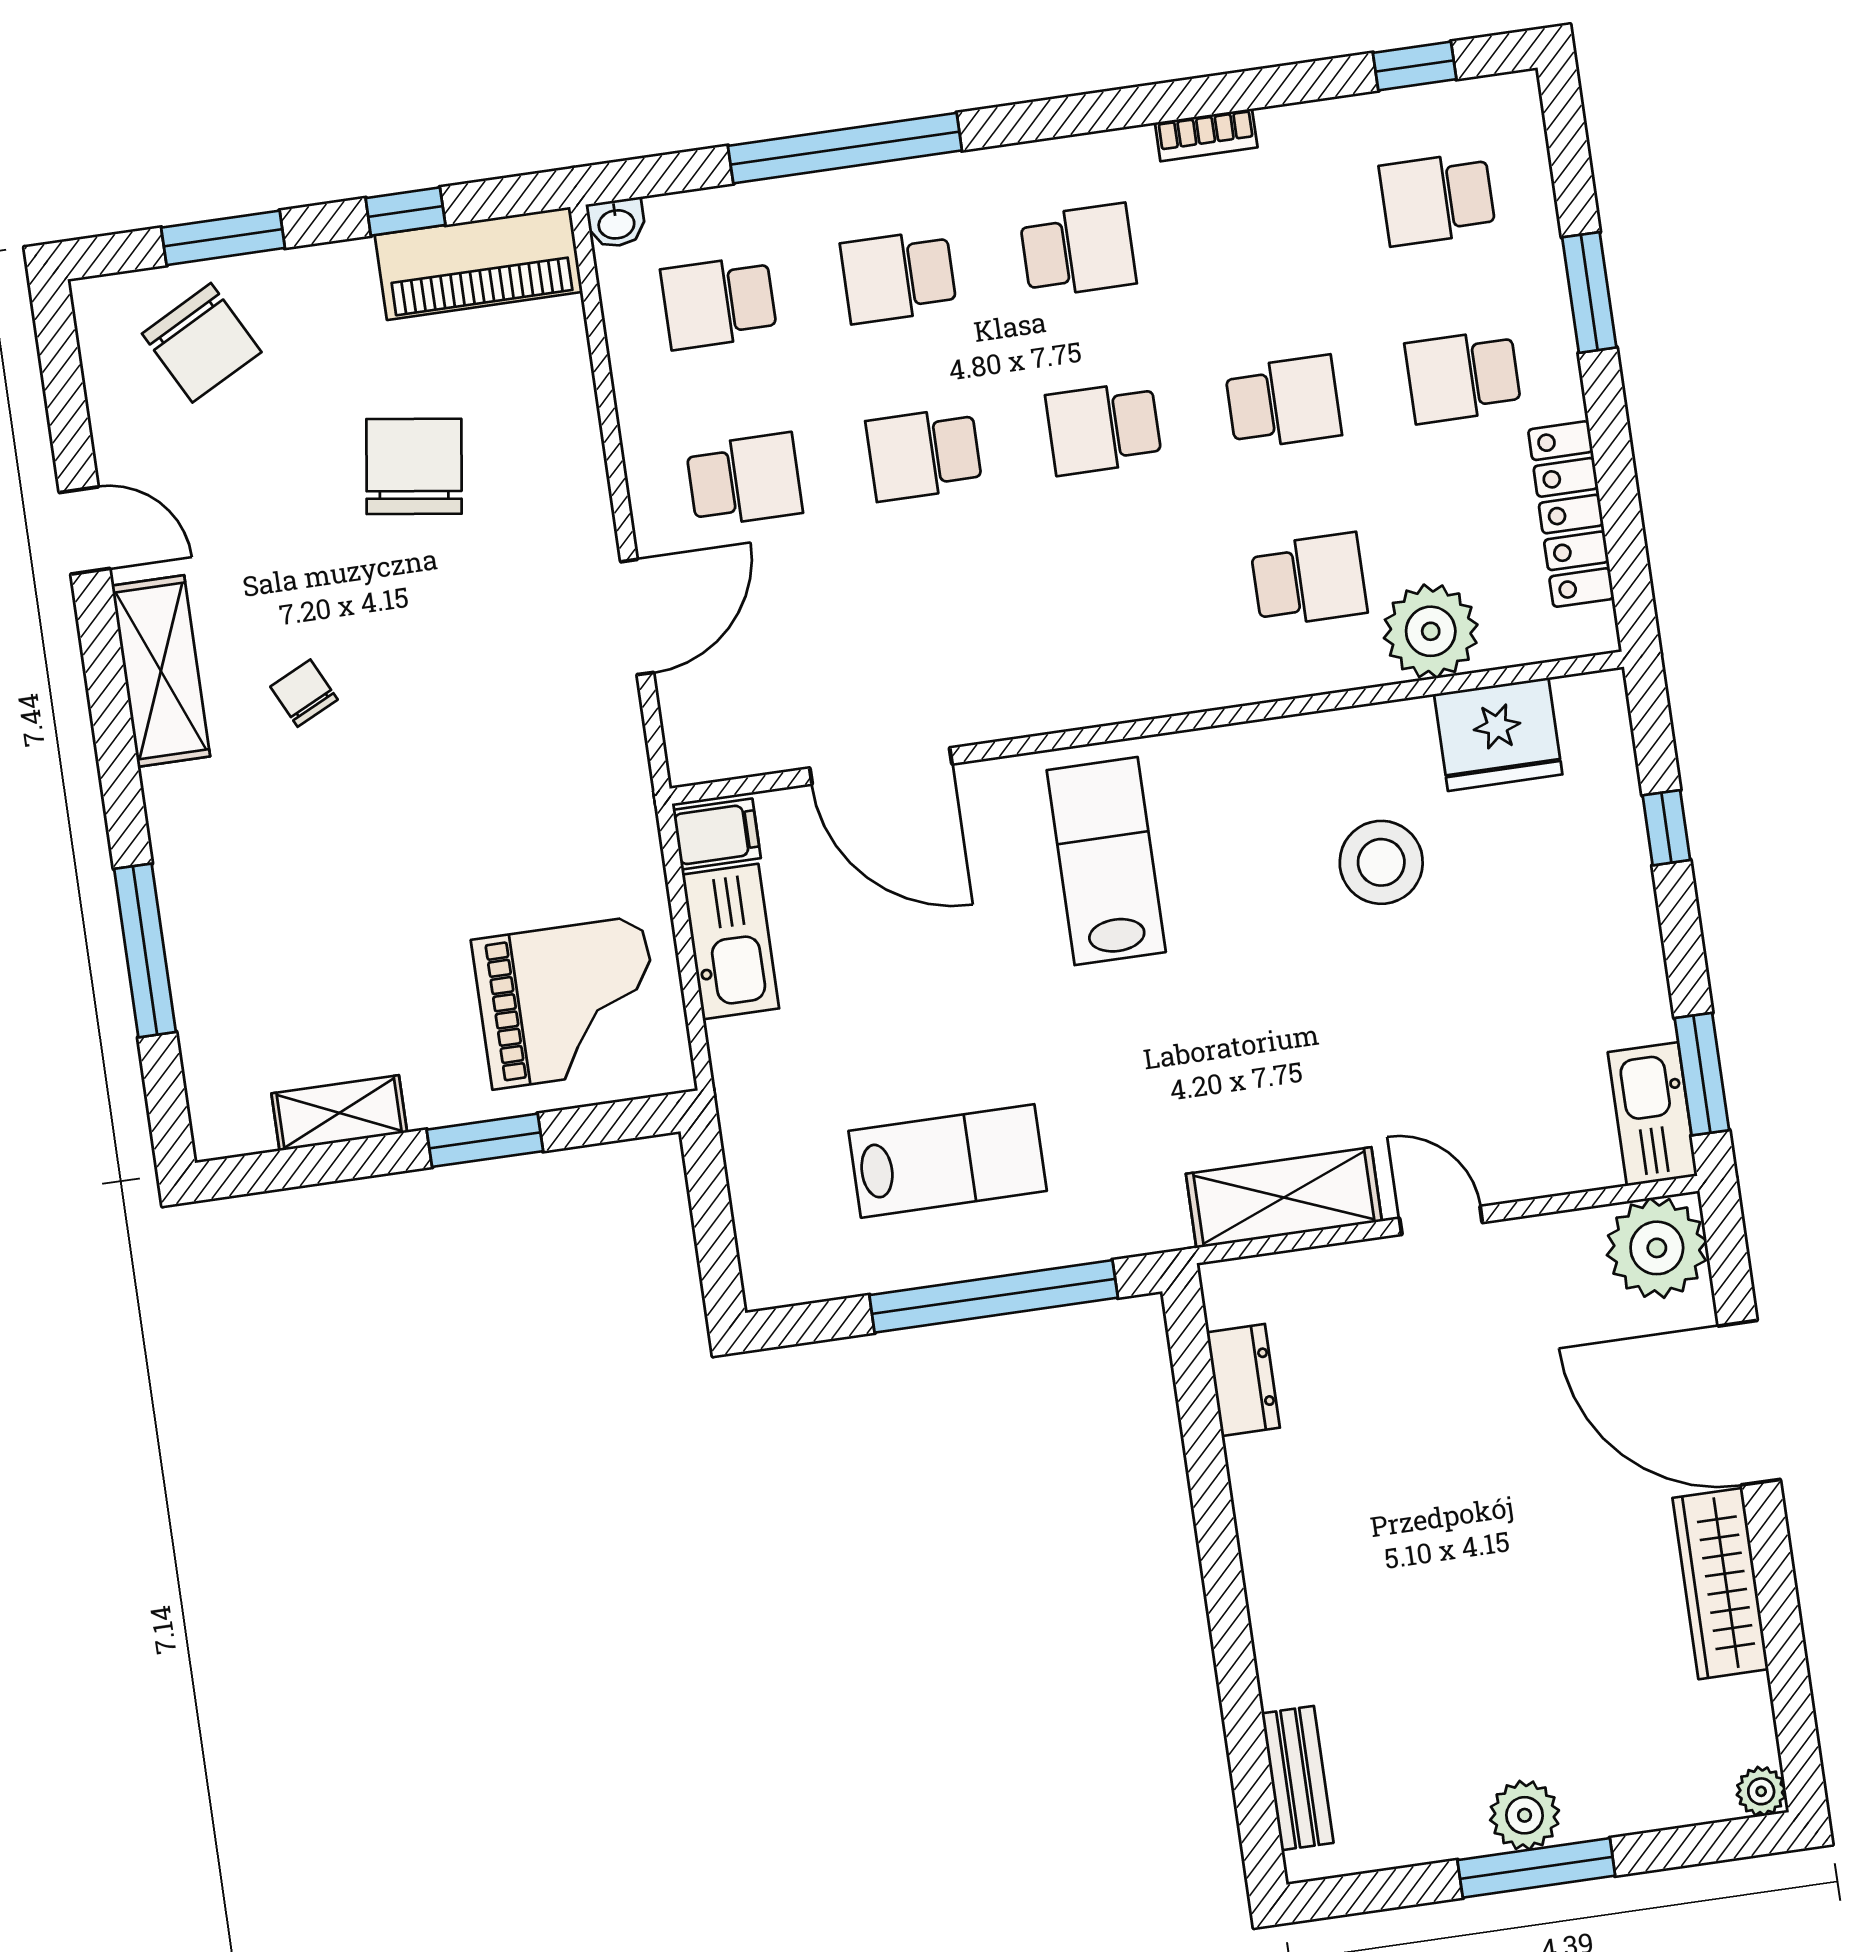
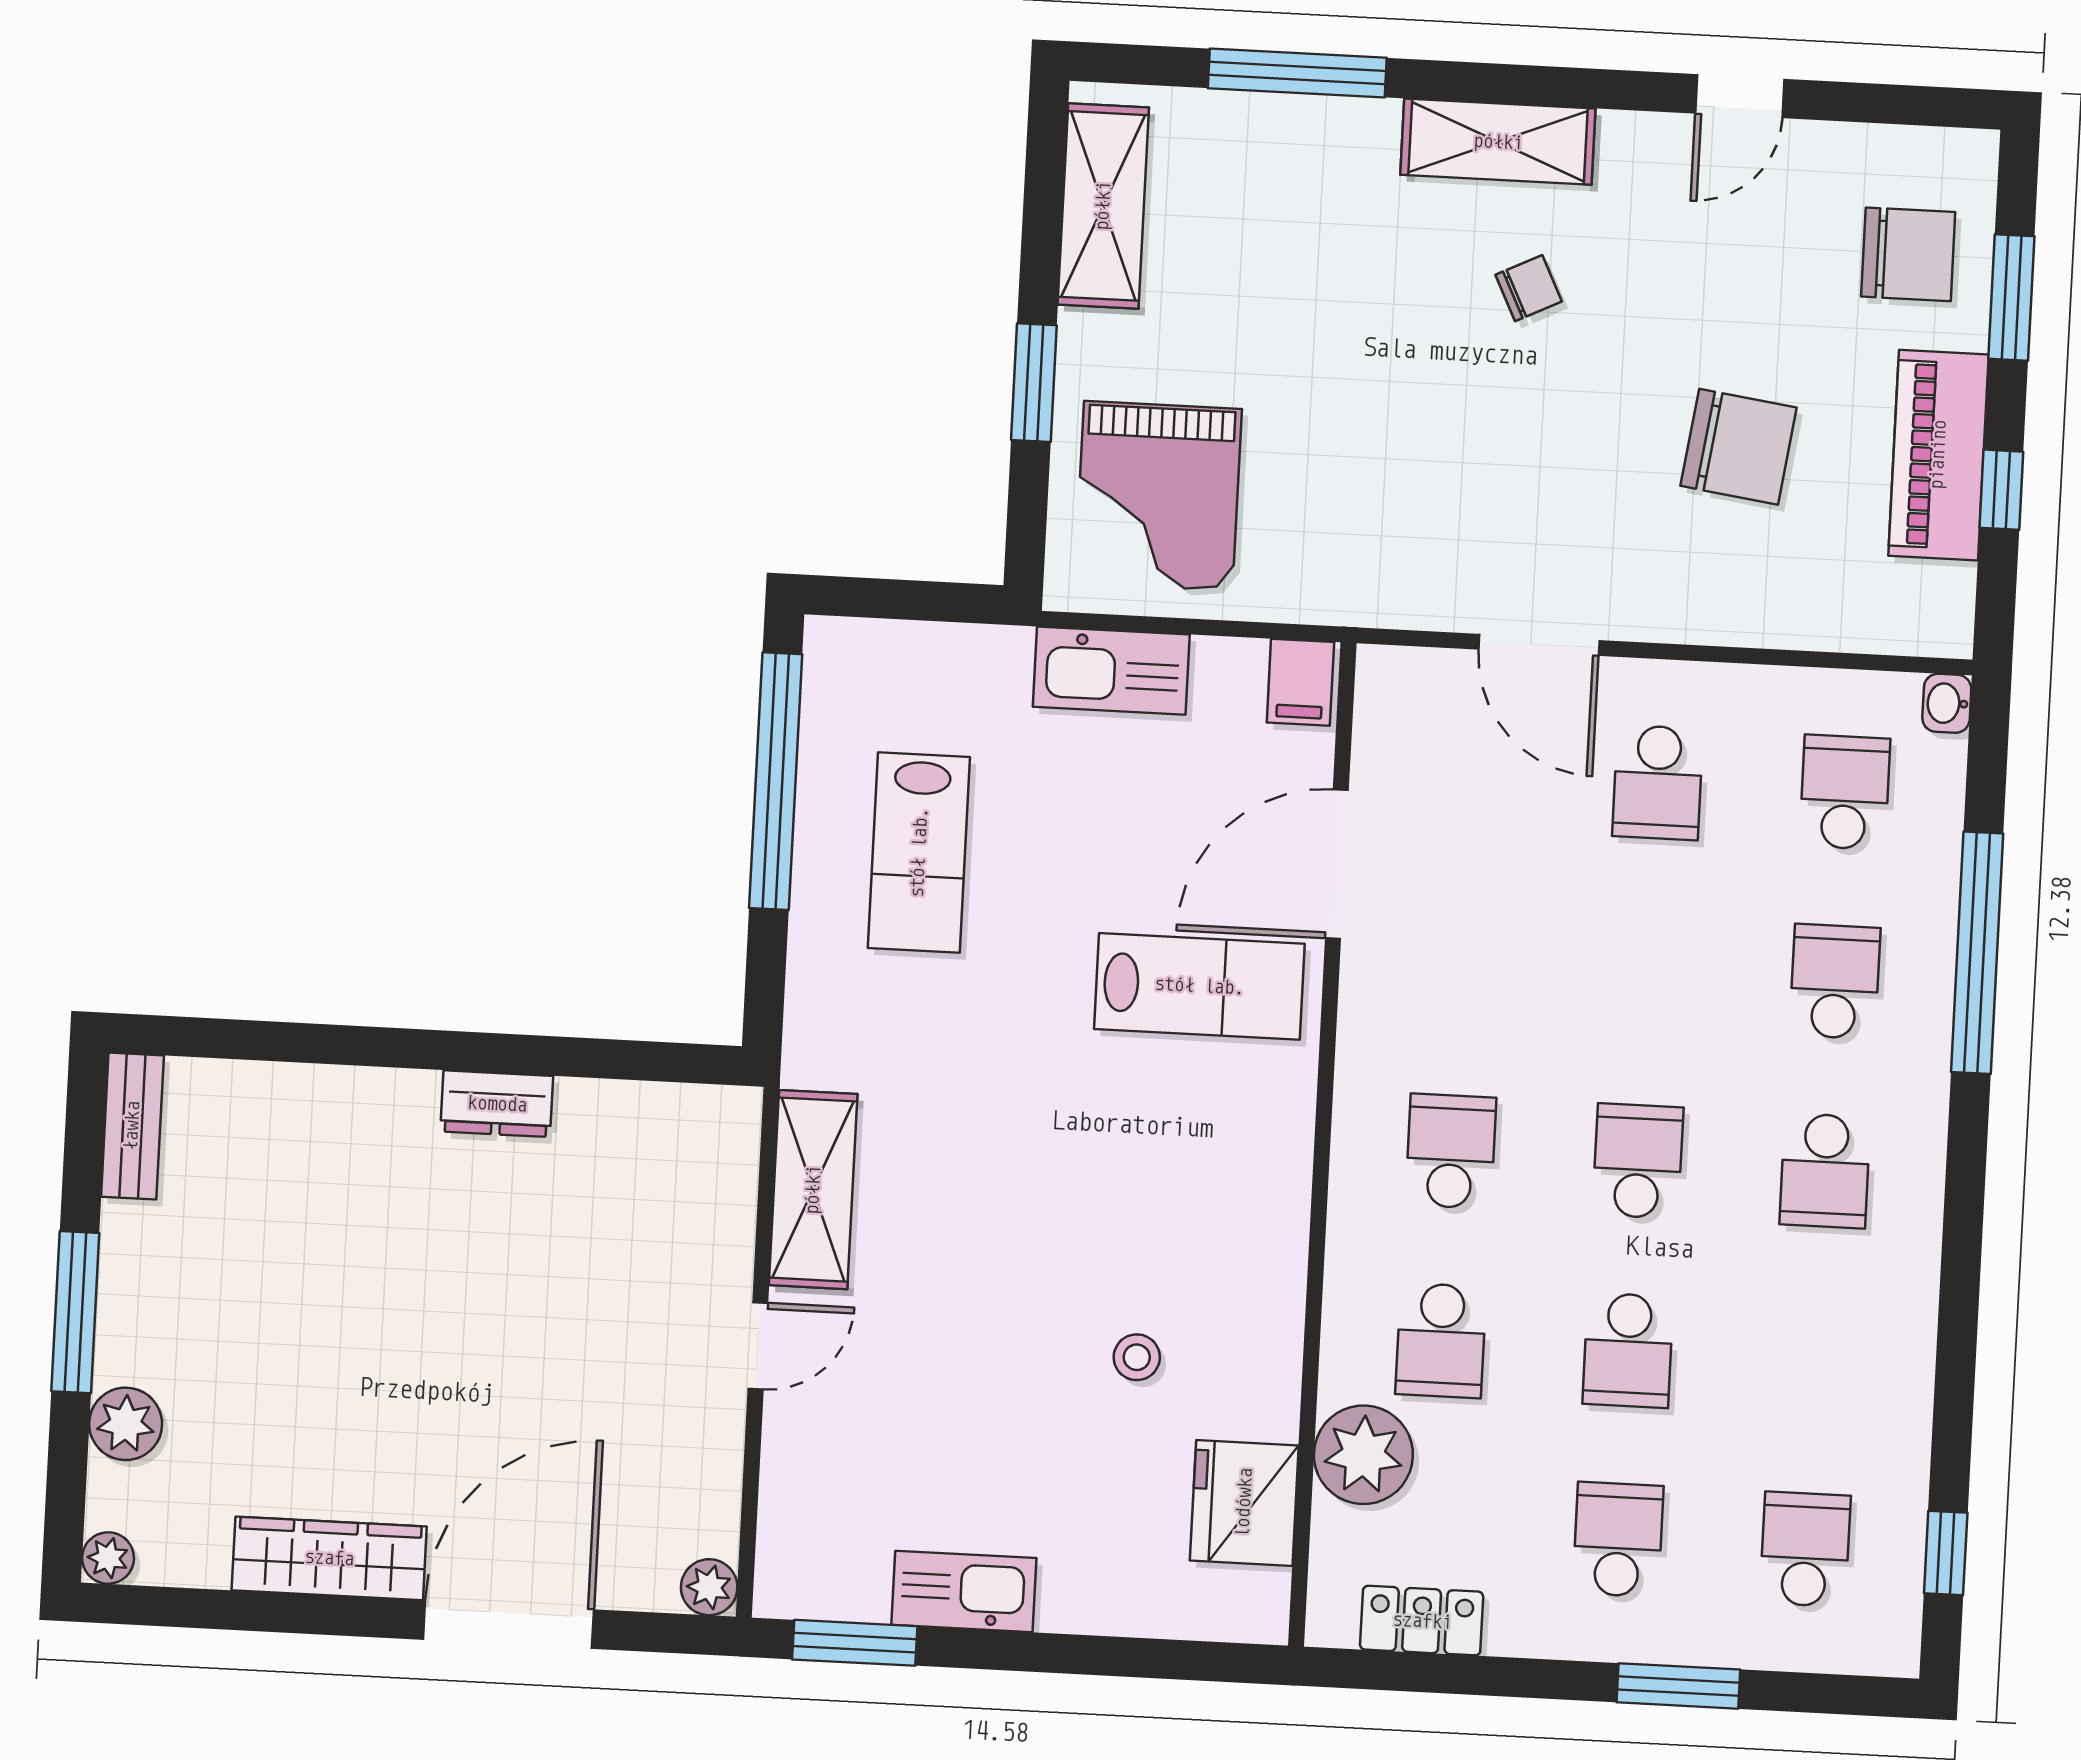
bookcase: (1206, 135) -> (1917, 1326), removed
piano: (479, 263) -> (1938, 455), moved
chair: (202, 343) -> (1908, 254), turned -152
school desk: (924, 454) -> (1451, 1151), moved
locker: (1571, 514) -> (1422, 1621), width x0.66
shelving: (161, 671) -> (1498, 142), moved
window: (1666, 828) -> (1114, 1656), removed
lab bench: (1106, 861) -> (1199, 986), moved
stool: (1381, 862) -> (1137, 1357), width x0.53, depth x0.53
kitchen sink: (731, 942) -> (1111, 671), moved
shelving: (339, 1113) -> (1103, 206), width x1.50, depth x1.33
kitchen sink: (1653, 1114) -> (964, 1591), moved
plant: (1657, 1248) -> (709, 1587), width x0.53, depth x0.53
window: (994, 1296) -> (776, 781), moved
dresser: (1243, 1380) -> (497, 1104), moved
bench: (1297, 1778) -> (132, 1126), moved, turned 90
plant: (1525, 1815) -> (126, 1424), moved

